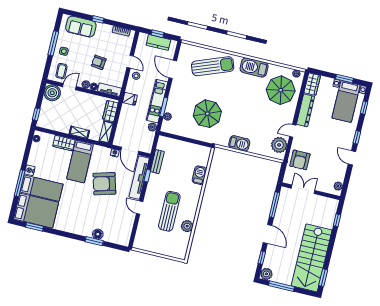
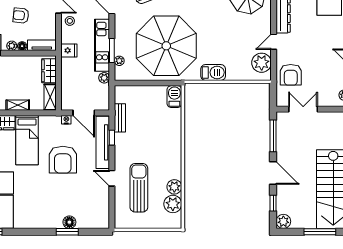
parasol: (207, 114) -> (166, 46), width x1.86, depth x1.86
barbecue: (199, 175) -> (174, 97), moved
armchair: (104, 184) -> (63, 160), turned -74
sun lounger: (169, 211) -> (139, 188), moved
plant: (183, 239) -> (173, 204), added
window: (281, 286) -> (320, 232), moved

